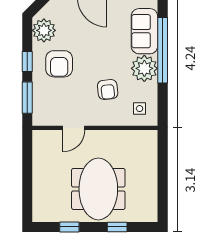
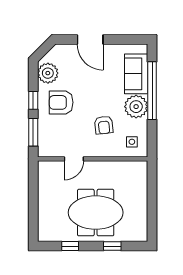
armchair: (59, 64) -> (61, 102), turned 90
meeting table: (98, 189) -> (96, 213), turned 90

